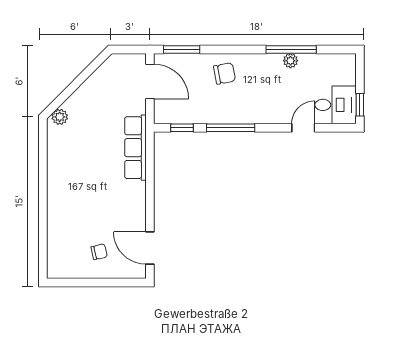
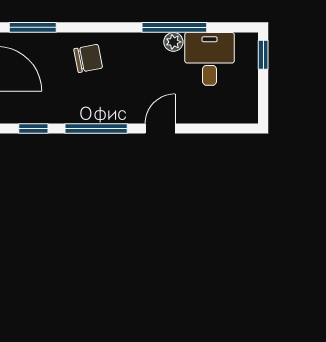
desk: (336, 105) -> (210, 59), moved, turned -90
window: (360, 105) -> (263, 55), moved
door: (303, 128) -> (160, 129), moved

